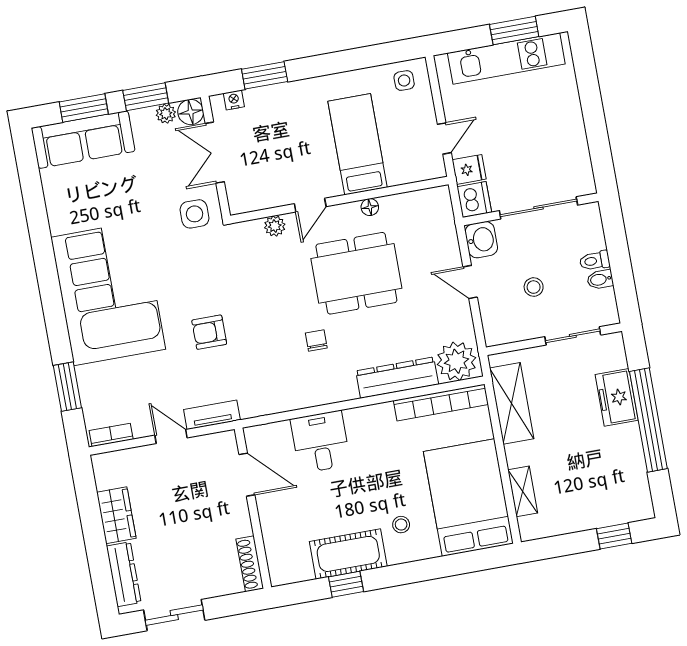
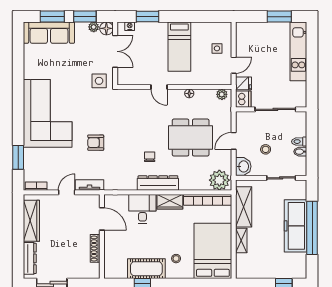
kitchen unit: (506, 59) -> (298, 51), moved, turned 90
side table: (404, 81) -> (217, 48), moved
bed: (358, 144) -> (179, 47), moved, turned 180
double door: (215, 153) -> (115, 51), swing flipped
door: (310, 205) -> (159, 87), hinge flipped
plant: (275, 226) -> (222, 94), moved
washbasin: (481, 240) -> (243, 166), moved
dining table: (356, 273) -> (191, 138), moved
door: (470, 282) -> (234, 141), hinge flipped
dresser: (397, 378) -> (158, 183), moved
freezer: (617, 397) -> (296, 226), width x1.91, depth x1.26
wardrobe: (370, 419) -> (170, 202), added
door: (171, 436) -> (67, 192), hinge flipped
shelving: (523, 491) -> (241, 241), moved
wardrobe: (116, 515) -> (31, 221), width x1.50
shoe rack: (250, 564) -> (95, 248), moved

